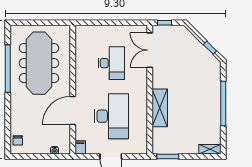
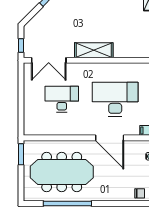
window: (57, 23) -> (21, 154), added
shelving: (160, 108) -> (94, 50), moved

